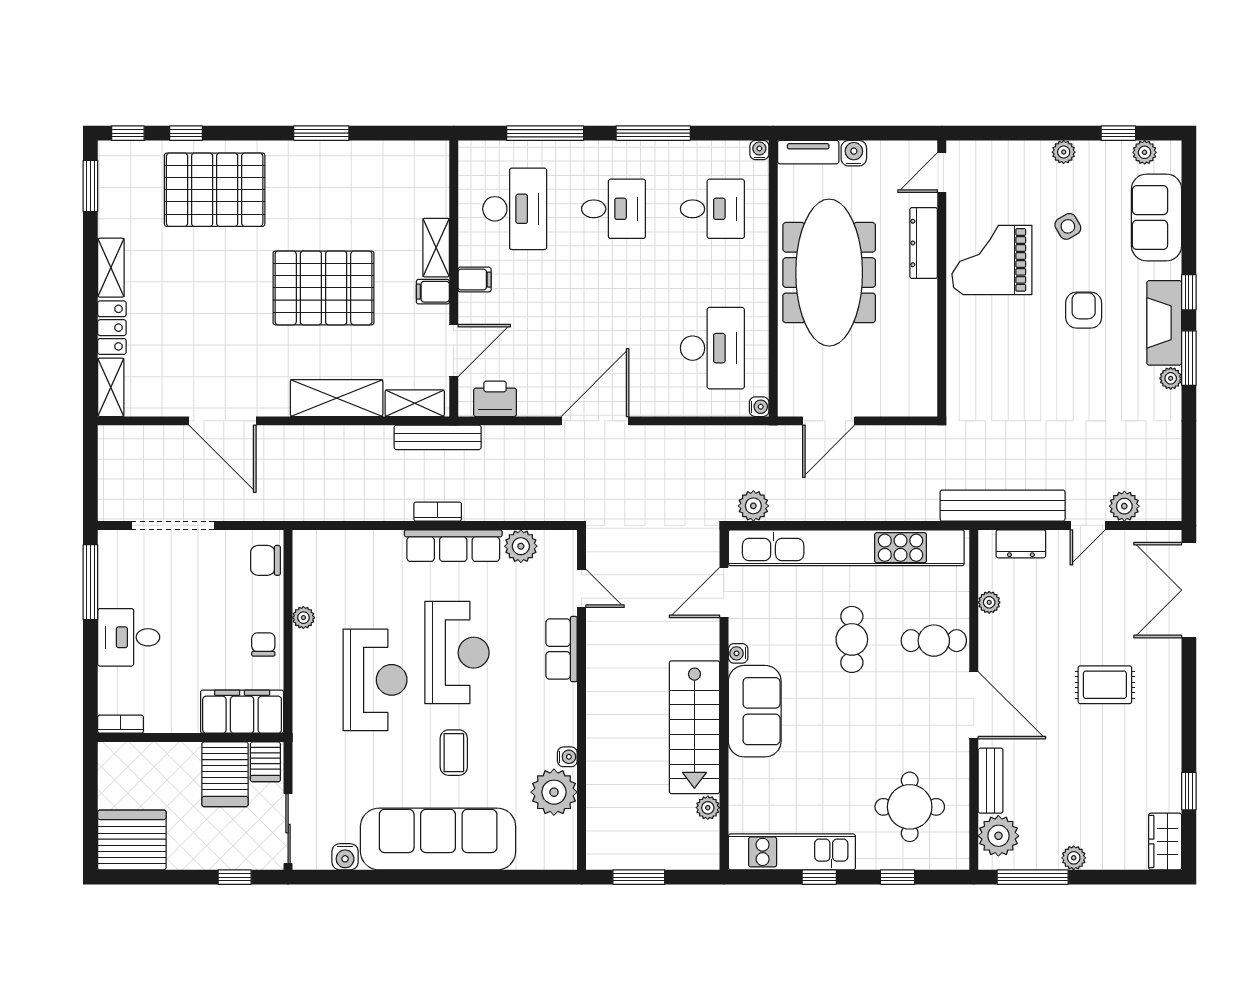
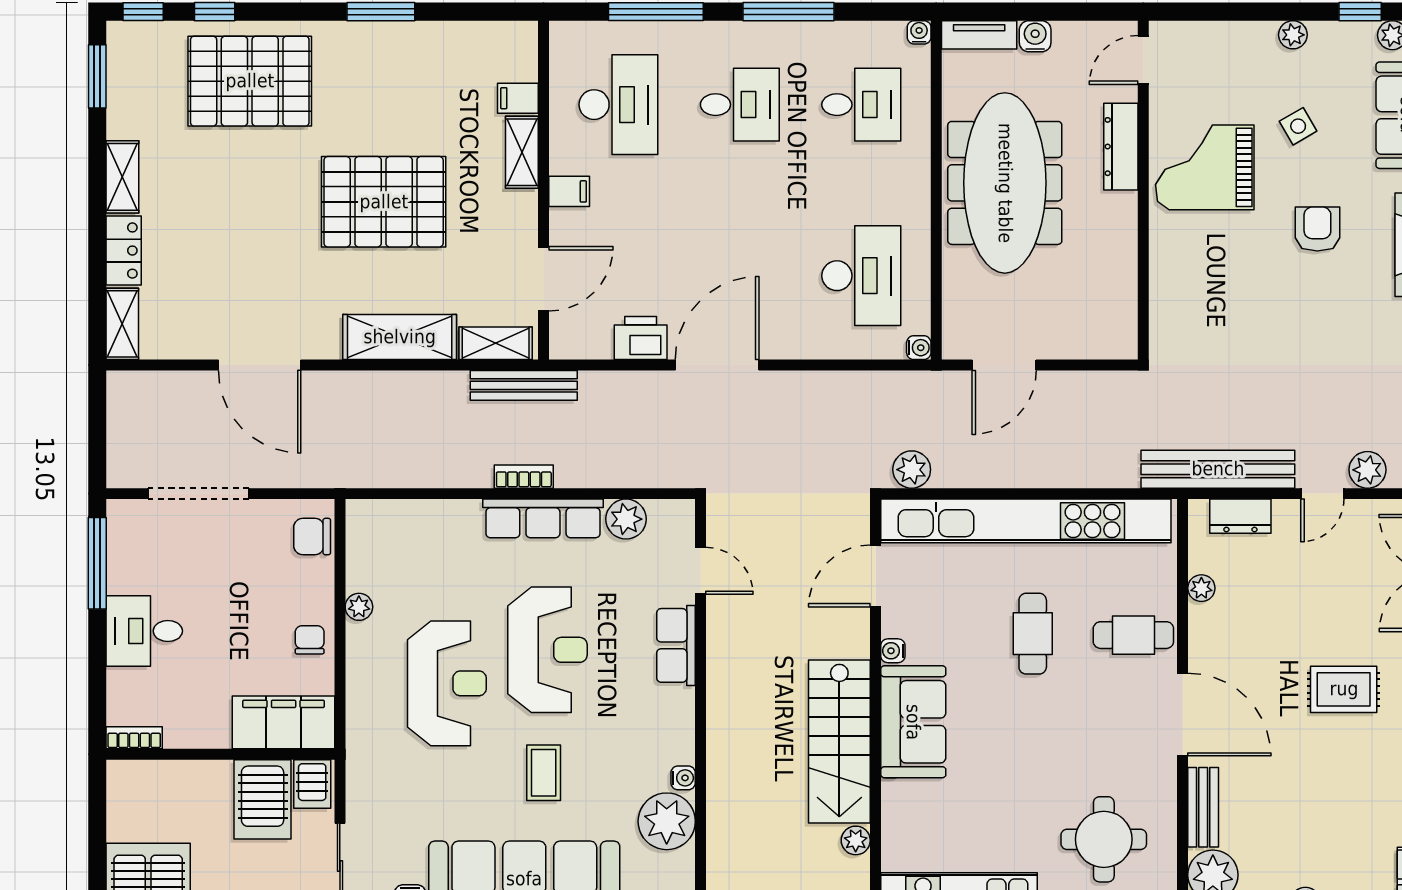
filing cabinet: (433, 292) -> (518, 98), moved
printer: (495, 399) -> (641, 338), moved

